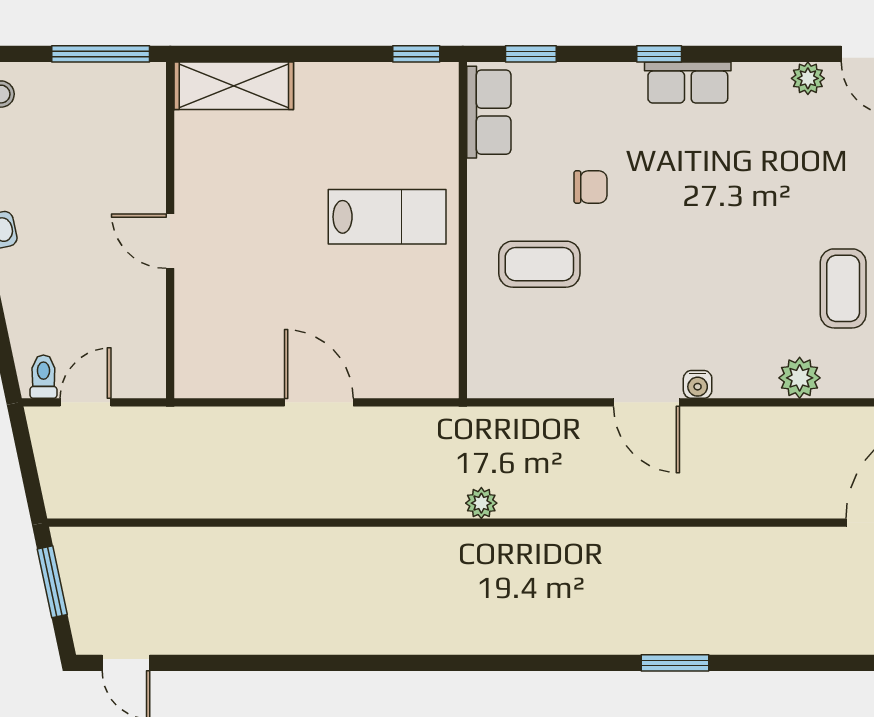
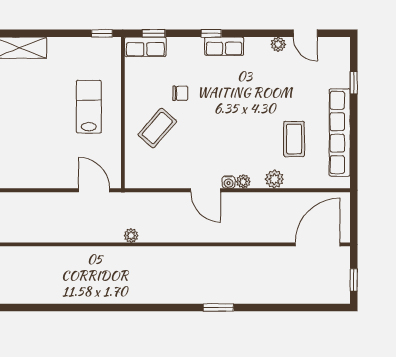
row of seats: (489, 112) -> (145, 47), moved, turned 90
lab bench: (387, 217) -> (89, 107), turned -90
coffee table: (539, 264) -> (157, 128), turned -49
plant: (730, 383) -> (243, 181), added
door: (319, 402) -> (94, 190), moved

